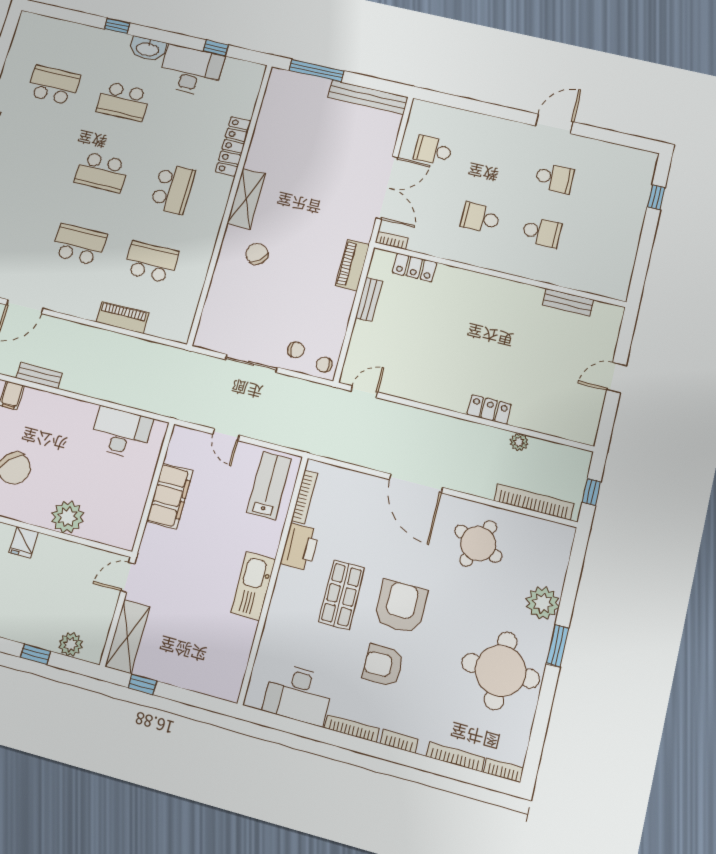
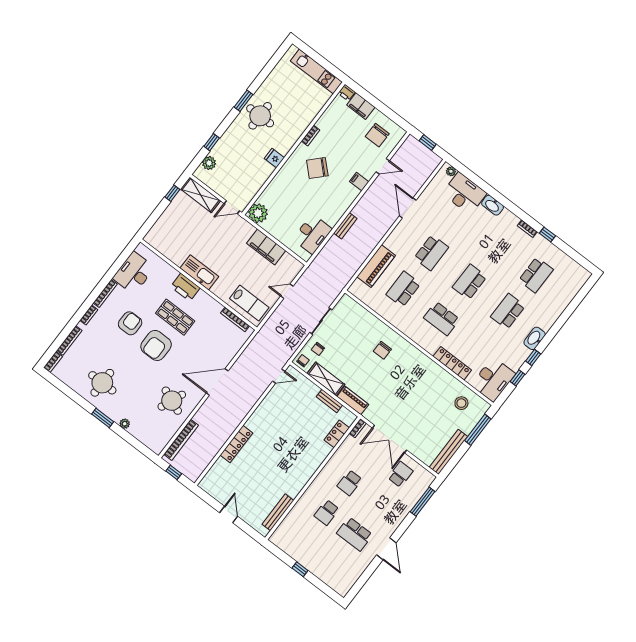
window: (117, 26) -> (533, 357), moved
desk: (191, 71) -> (493, 379), moved
window: (459, 103) -> (423, 502), added
stool: (287, 109) -> (461, 403), added
school desk: (554, 178) -> (355, 534), width x1.85
window: (656, 197) -> (300, 569), moved
shelving: (246, 199) -> (326, 379), moved
school desk: (480, 218) -> (349, 483), turned 180
chair: (257, 254) -> (382, 350), turned 132
school desk: (151, 262) -> (403, 289), turned 180
bench: (568, 302) -> (278, 512), width x1.36
piano: (122, 317) -> (376, 266), width x1.37, depth x1.33
bench: (39, 376) -> (345, 226), moved
door: (364, 392) -> (279, 376), hinge flipped
locker: (489, 409) -> (236, 444), width x1.53
plant: (519, 442) -> (216, 447), removed
plant: (67, 517) -> (258, 213), moved
printer: (300, 547) -> (185, 287), moved
door: (128, 577) -> (232, 207), swing flipped
plant: (543, 603) -> (125, 424), width x0.53, depth x0.53
armchair: (401, 607) -> (156, 345), turned 90
round table: (501, 671) -> (102, 383), width x0.73, depth x0.73

